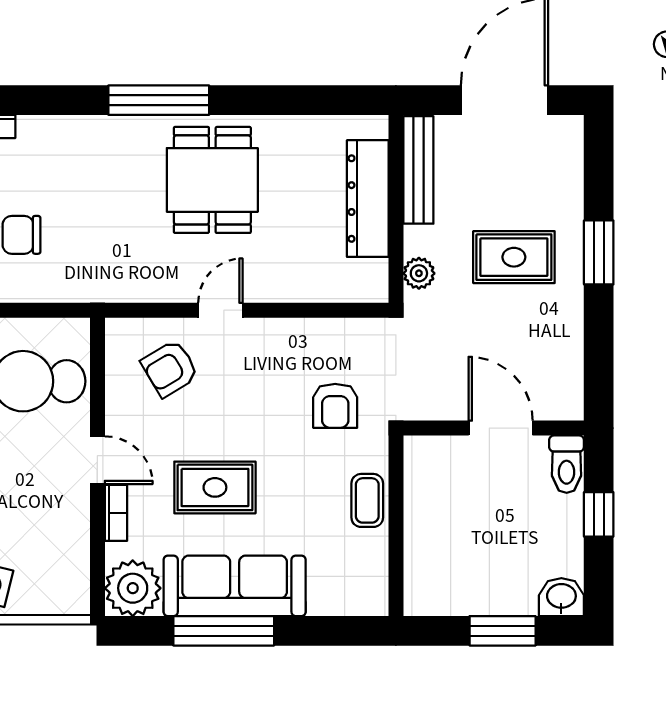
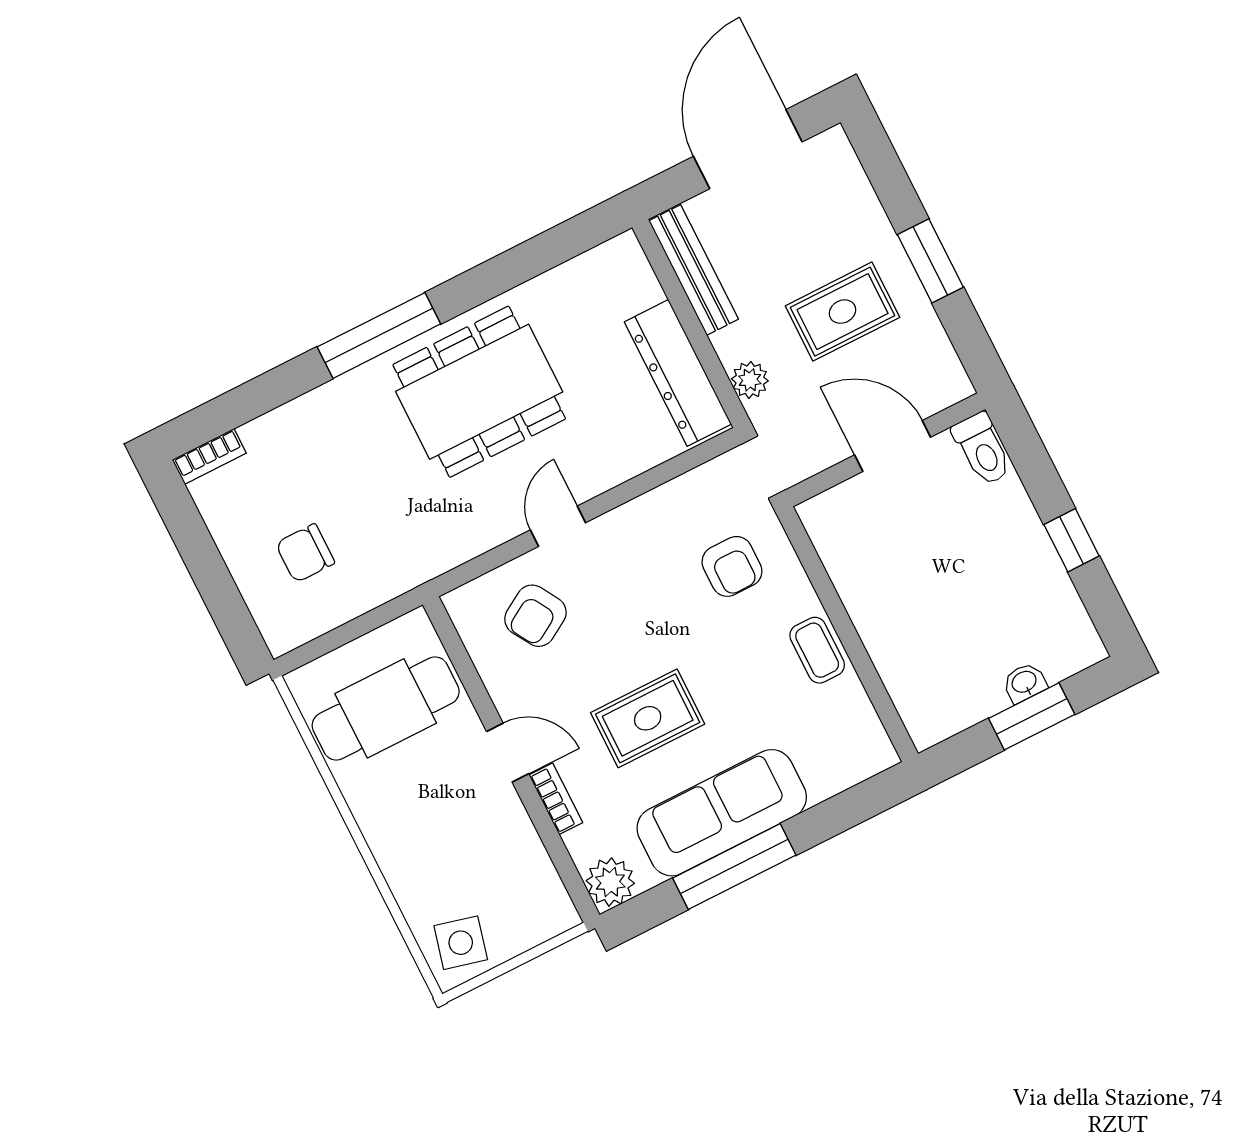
dining table: (212, 180) -> (479, 392), width x1.38
dresser: (368, 199) -> (678, 373), moved
wall: (494, 428) -> (885, 450), moved
door: (501, 428) -> (893, 446), moved
toilet: (567, 464) -> (982, 449), moved
plant: (133, 588) -> (610, 882), width x0.73, depth x0.73
washbasin: (561, 597) -> (1025, 683), moved, width x0.72, depth x0.69

